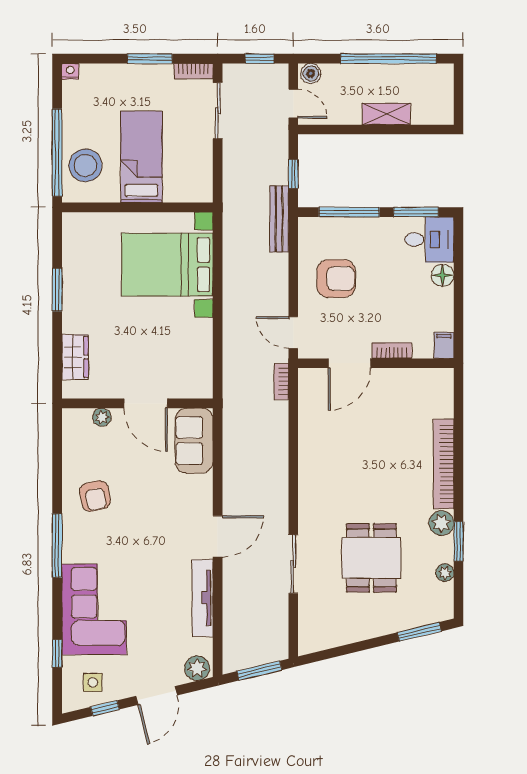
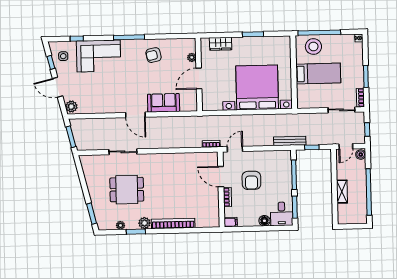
bed with nightstands: (167, 265) -> (257, 88), width x1.36
armchair: (336, 279) -> (251, 180), moved
sofa: (194, 441) -> (164, 103), moved
tv unit: (203, 598) -> (105, 108), removed

